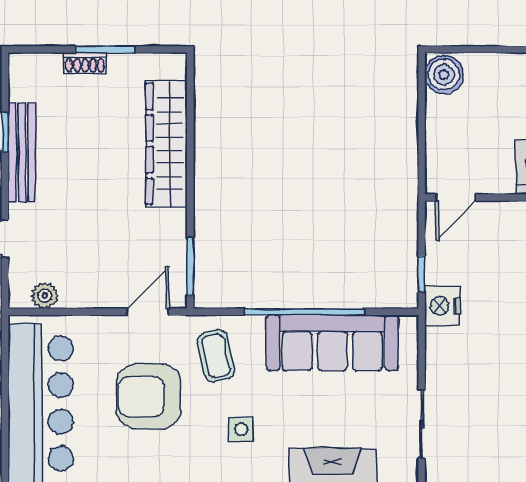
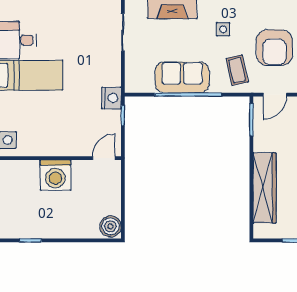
sofa: (332, 343) -> (182, 77), width x0.73
armchair: (149, 397) -> (274, 48), turned 90

